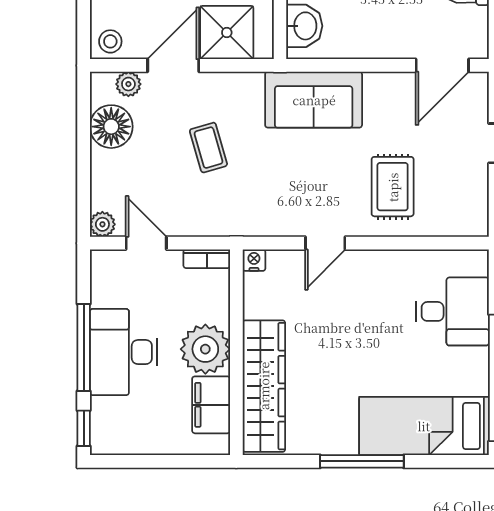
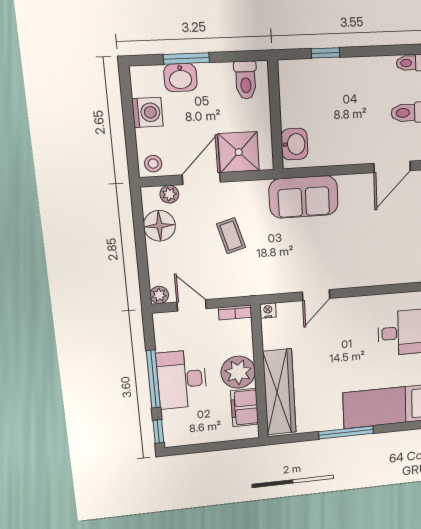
rug: (393, 187) -> (360, 253), removed

